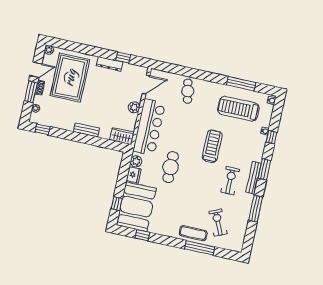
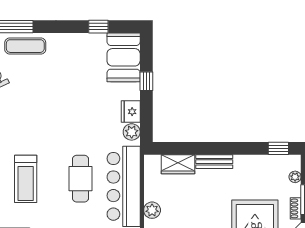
wardrobe: (122, 136) -> (178, 164), moved
cafe table: (171, 167) -> (80, 179), moved
window: (117, 204) -> (146, 81), moved
booth: (136, 207) -> (124, 57), width x0.73, depth x0.70

